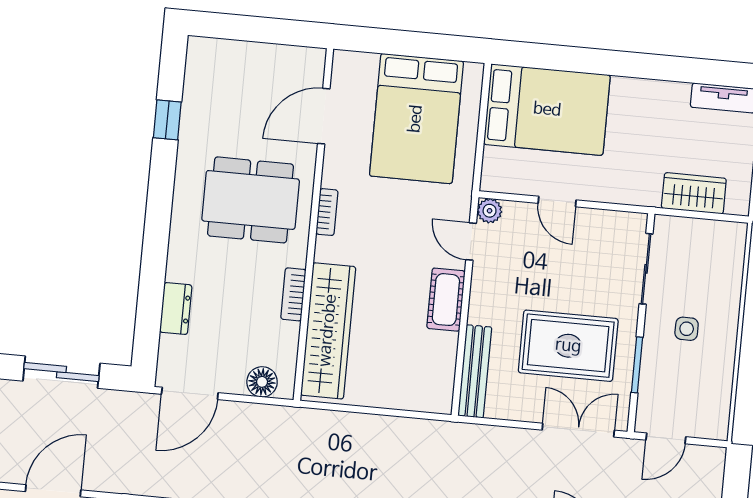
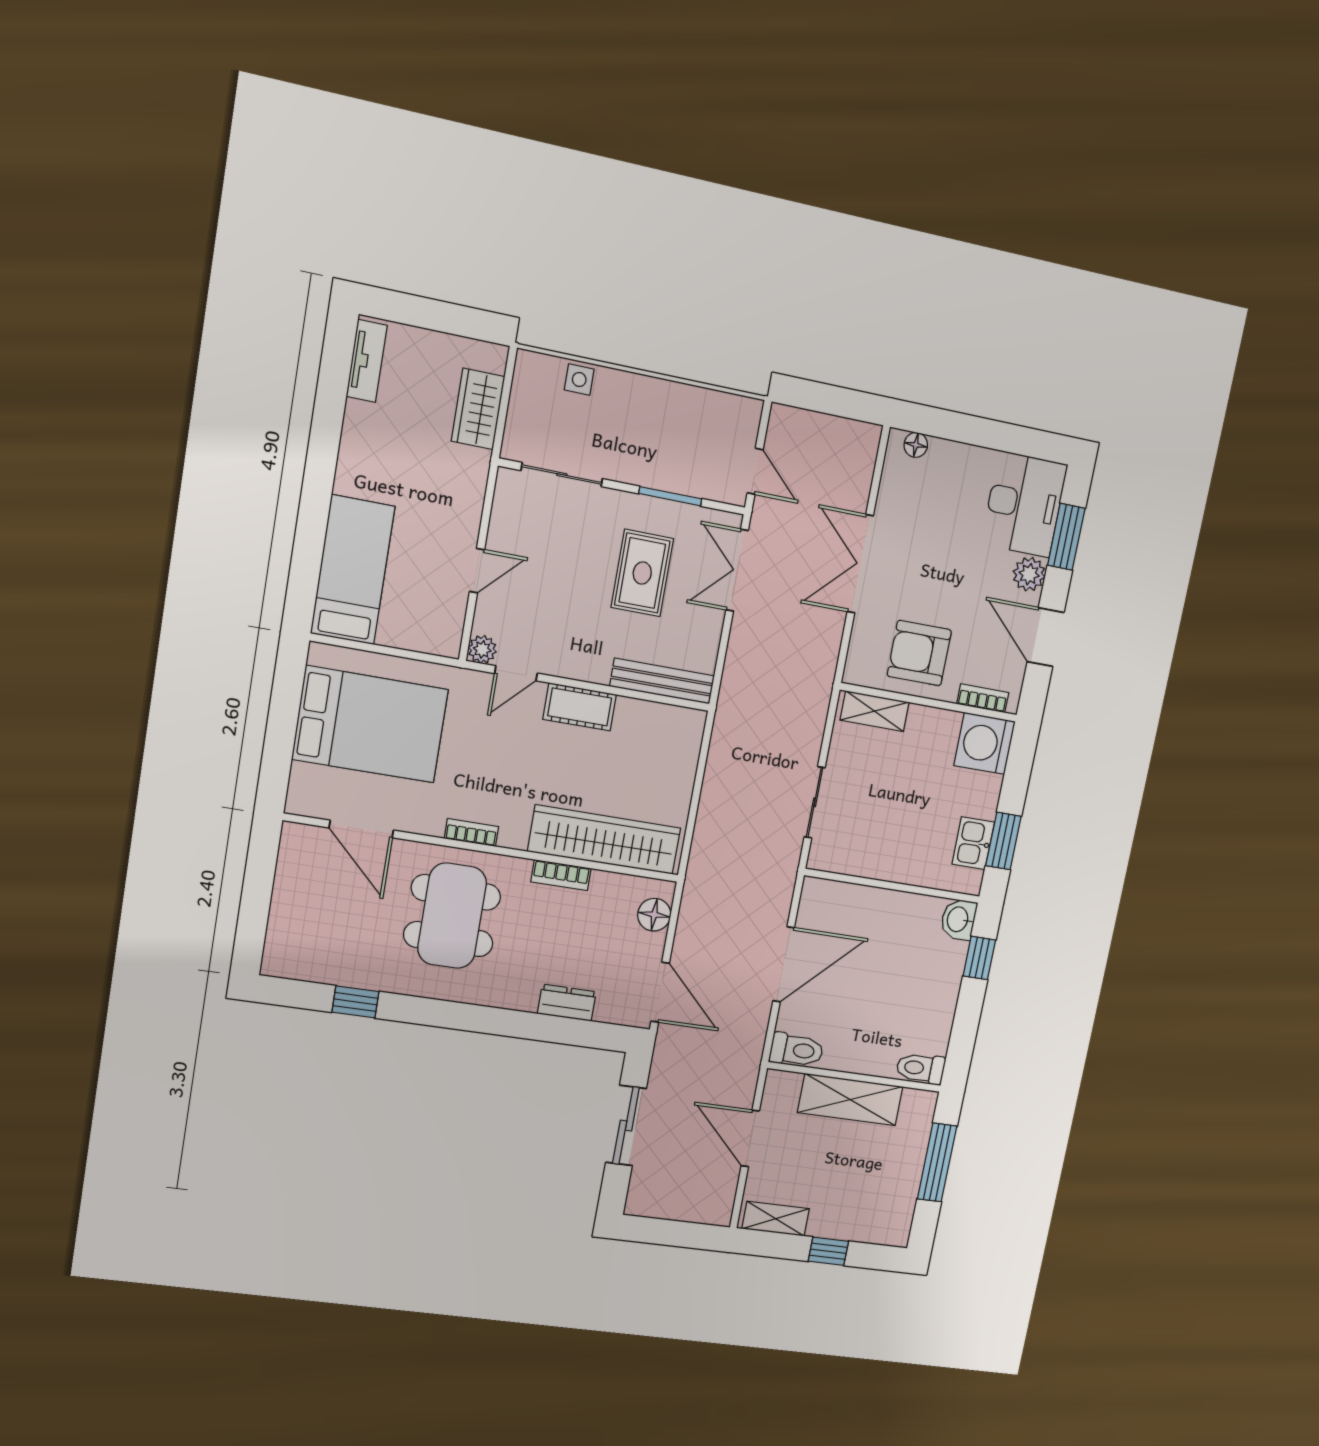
bed: (547, 110) -> (353, 570), width x0.67
side table: (687, 329) -> (579, 380), moved
rug: (568, 346) -> (642, 573), width x0.73, depth x0.70

